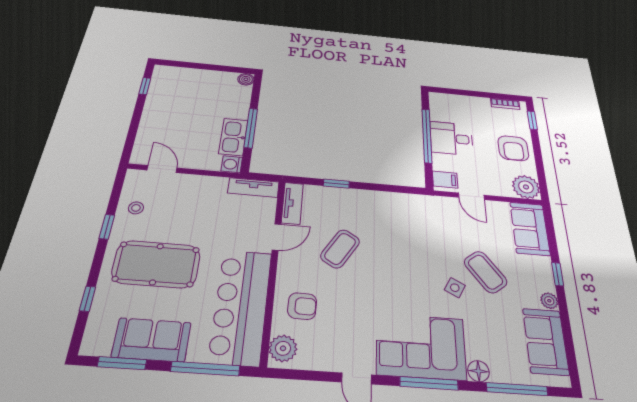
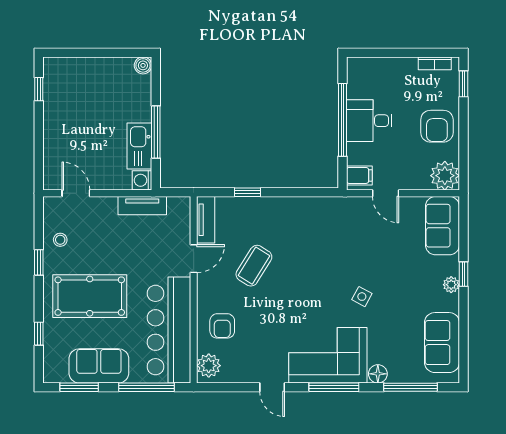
tv unit: (254, 188) -> (142, 206), moved
coffee table: (485, 272) -> (393, 278), removed
plant: (549, 301) -> (451, 285), moved
armchair: (302, 306) -> (222, 326), turned 89

